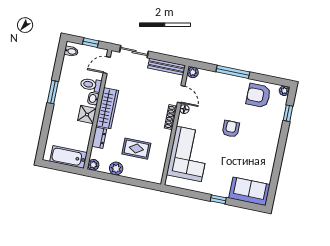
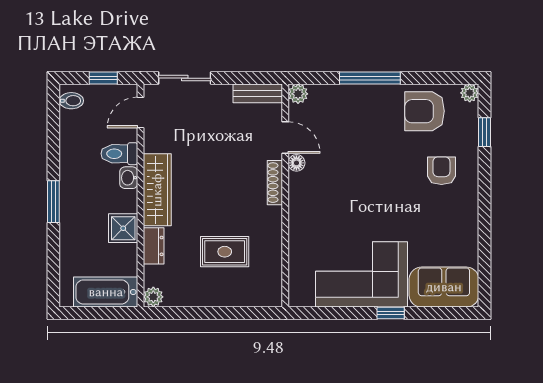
bench: (167, 67) -> (258, 93), width x0.73
window: (53, 92) -> (53, 202), moved
shower: (87, 115) -> (123, 228), moved
armchair: (231, 129) -> (441, 171), moved
corner sofa: (189, 154) -> (362, 274), moved, turned -90
plant: (116, 168) -> (196, 295), removed

